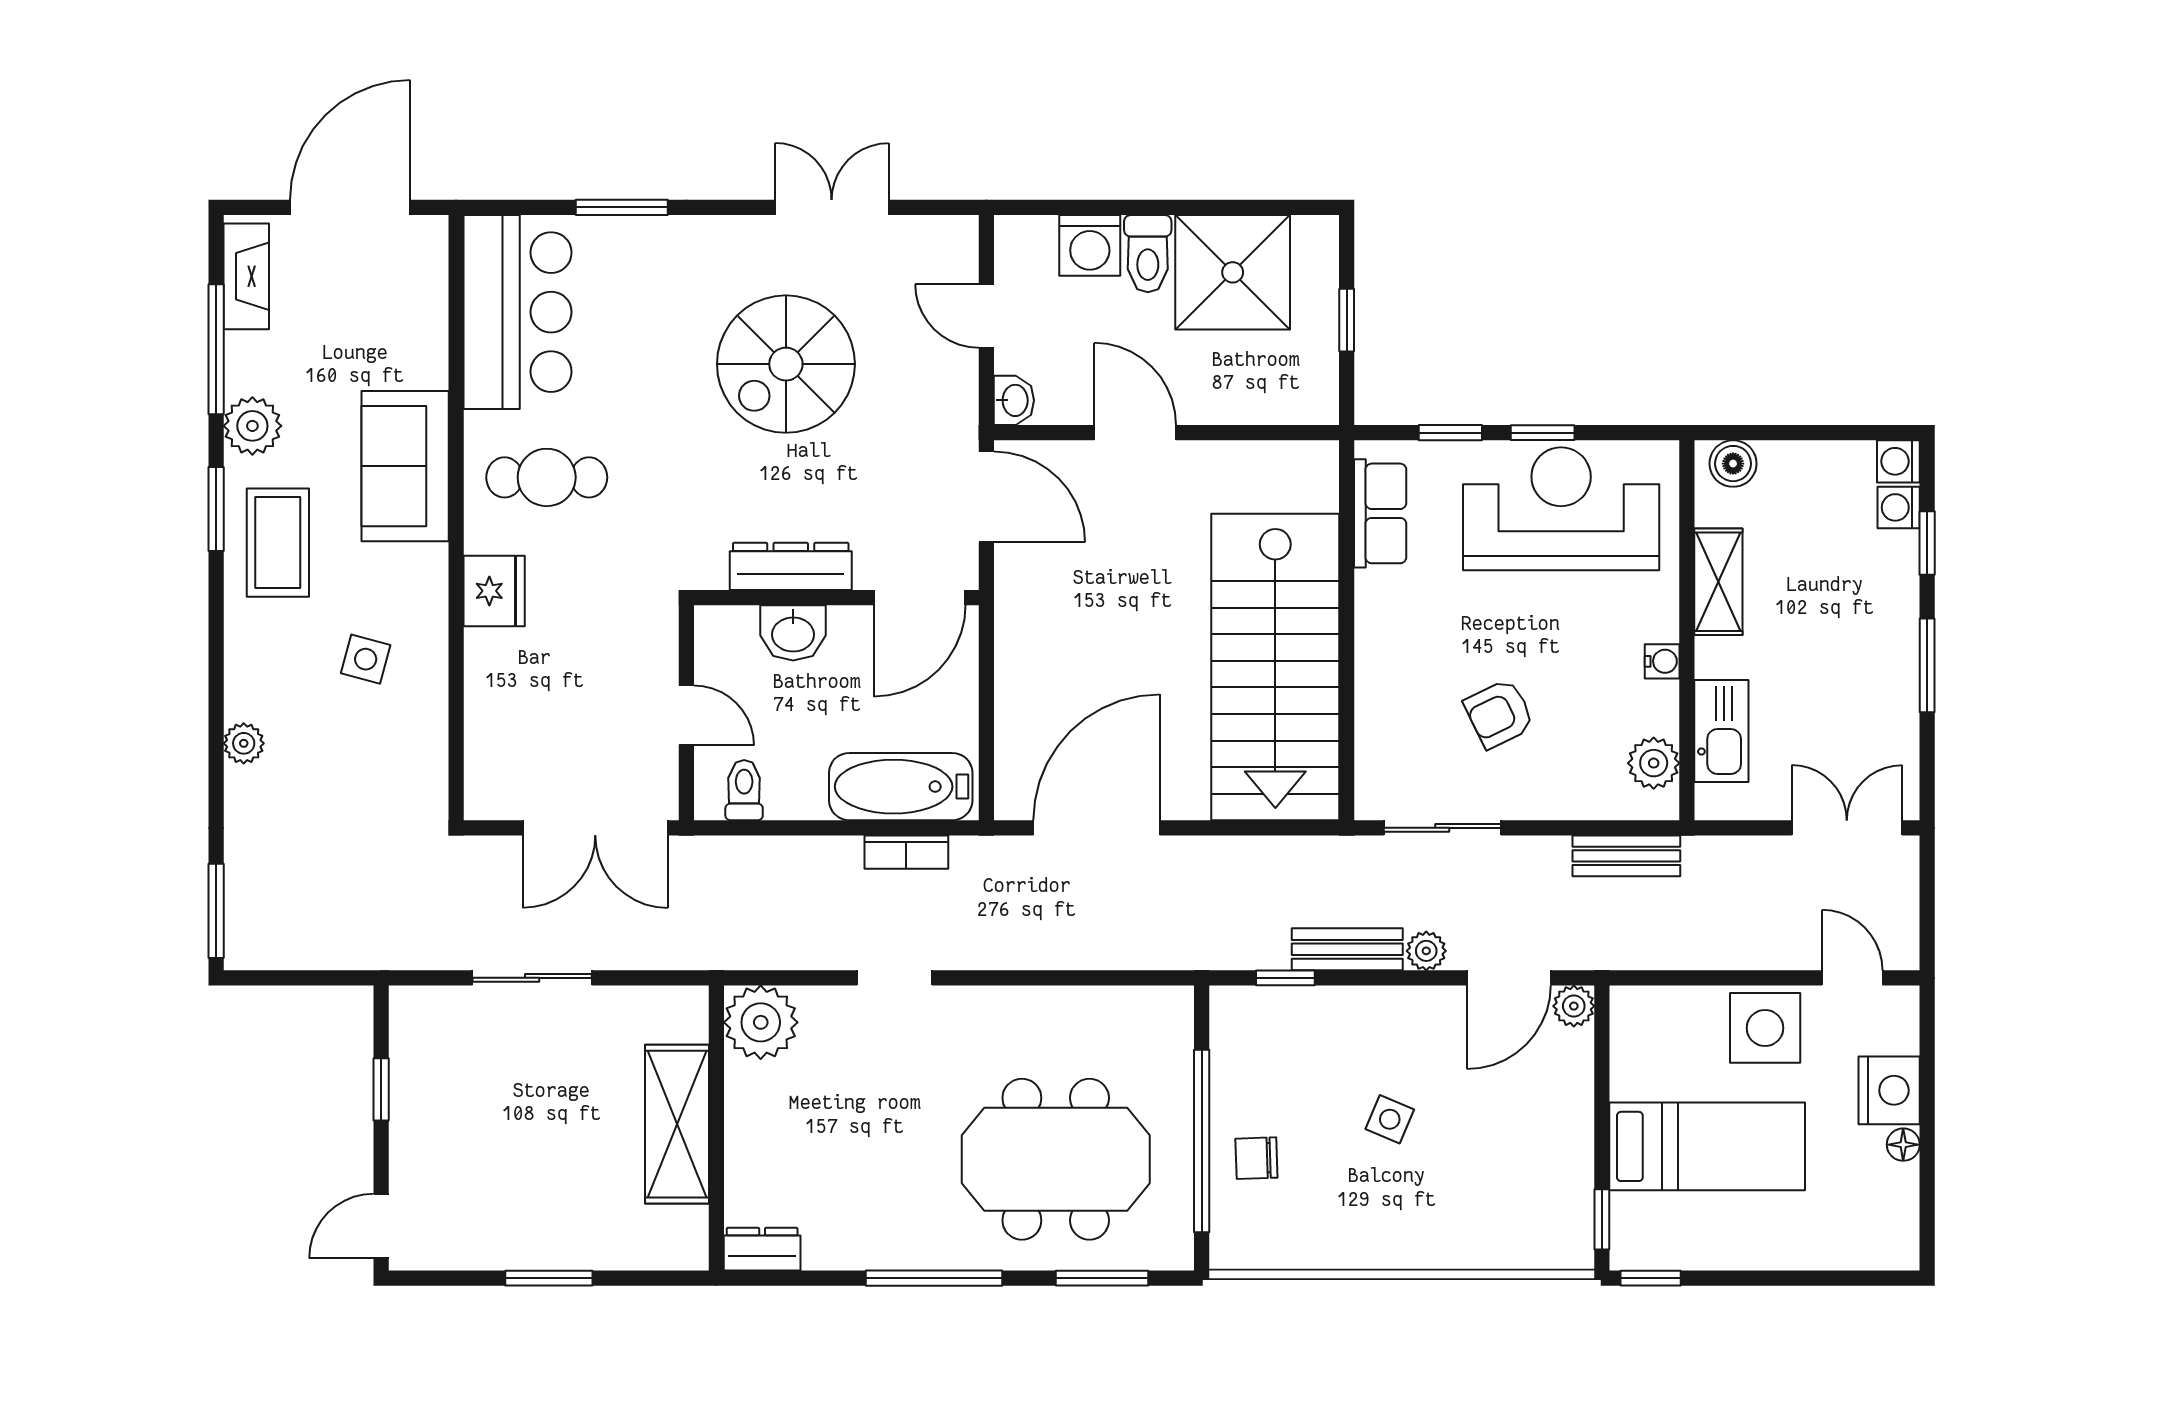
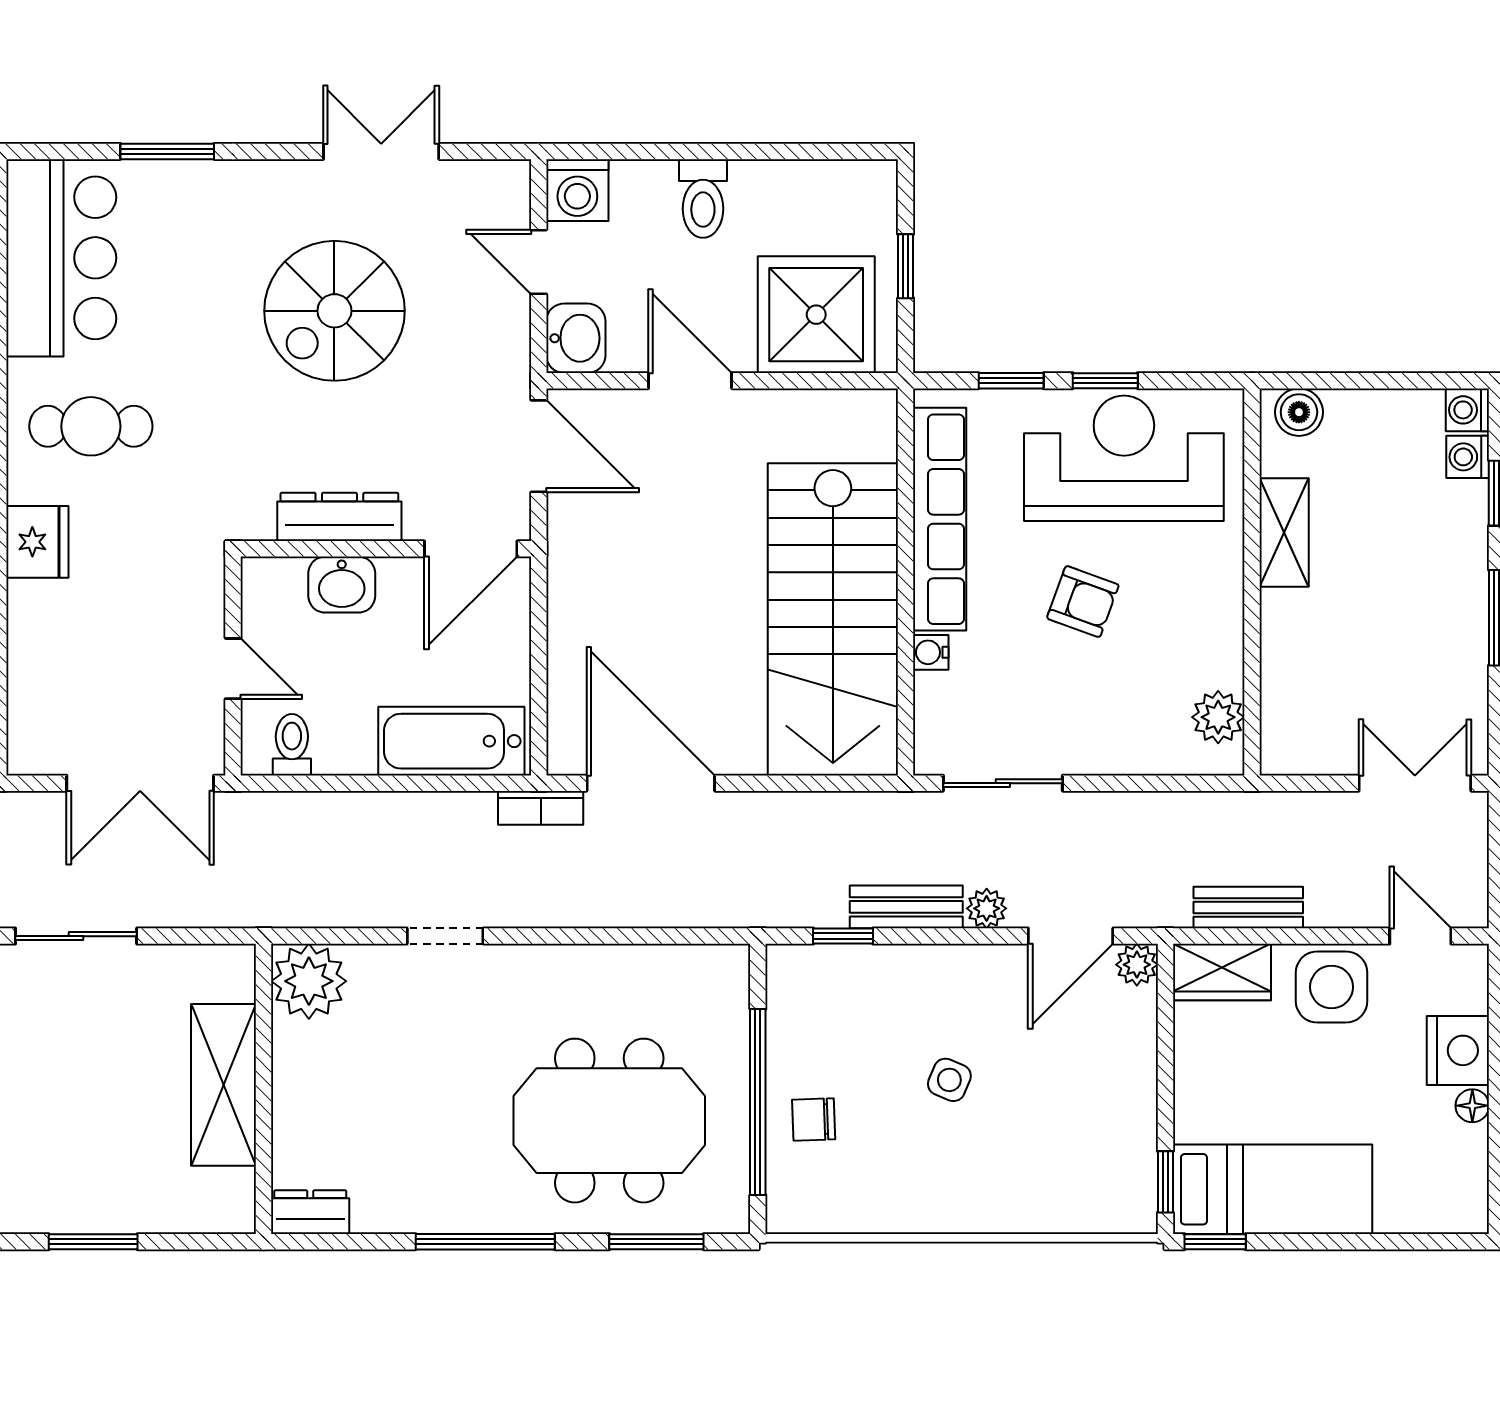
washing machine: (1090, 245) -> (577, 190), moved
shower: (1233, 272) -> (816, 315), moved
washbasin: (1014, 400) -> (576, 338), width x1.38, depth x1.45
row of seats: (1380, 513) -> (940, 519), width x2.02
water cooler: (1662, 661) -> (931, 652), moved, turned 180
armchair: (1499, 714) -> (1083, 602), moved, turned -134
kitchen sink: (1721, 731) -> (1287, 685), removed
door: (1096, 828) -> (651, 783), hinge flipped
bookcase: (906, 852) -> (541, 808), moved
bench: (1626, 856) -> (1248, 908), moved
wardrobe: (1657, 1013) -> (1222, 972), added
bed: (1707, 1146) -> (1273, 1189), moved

